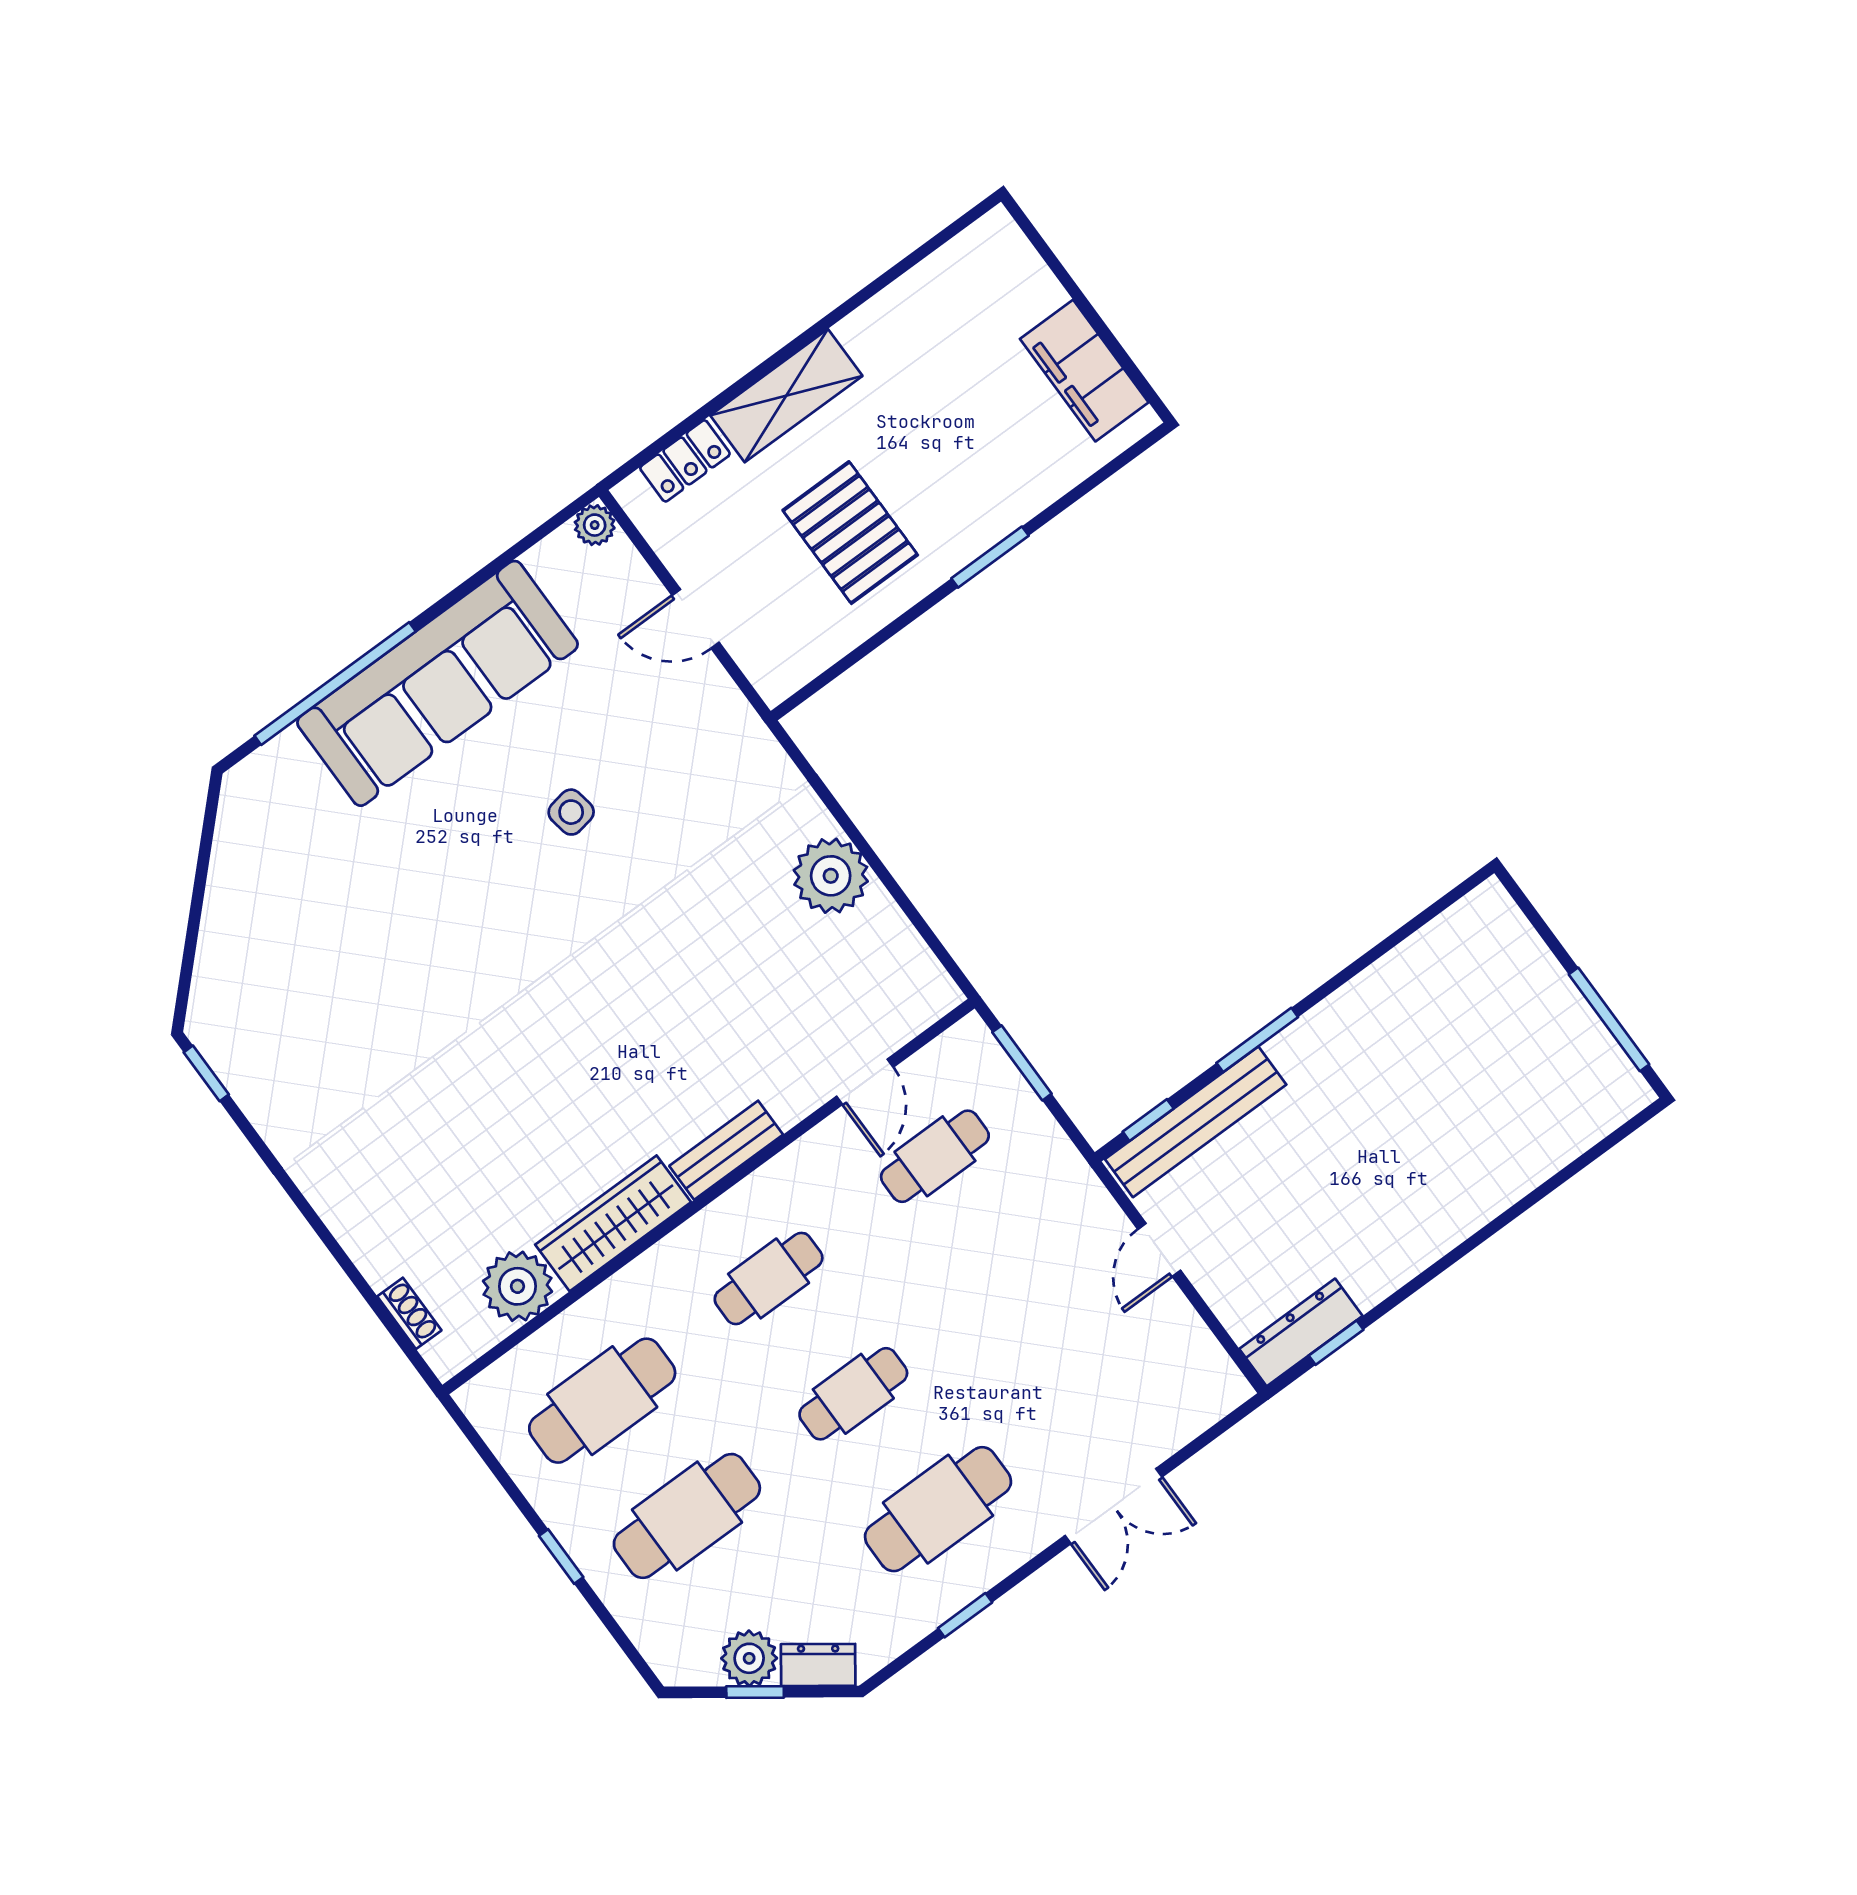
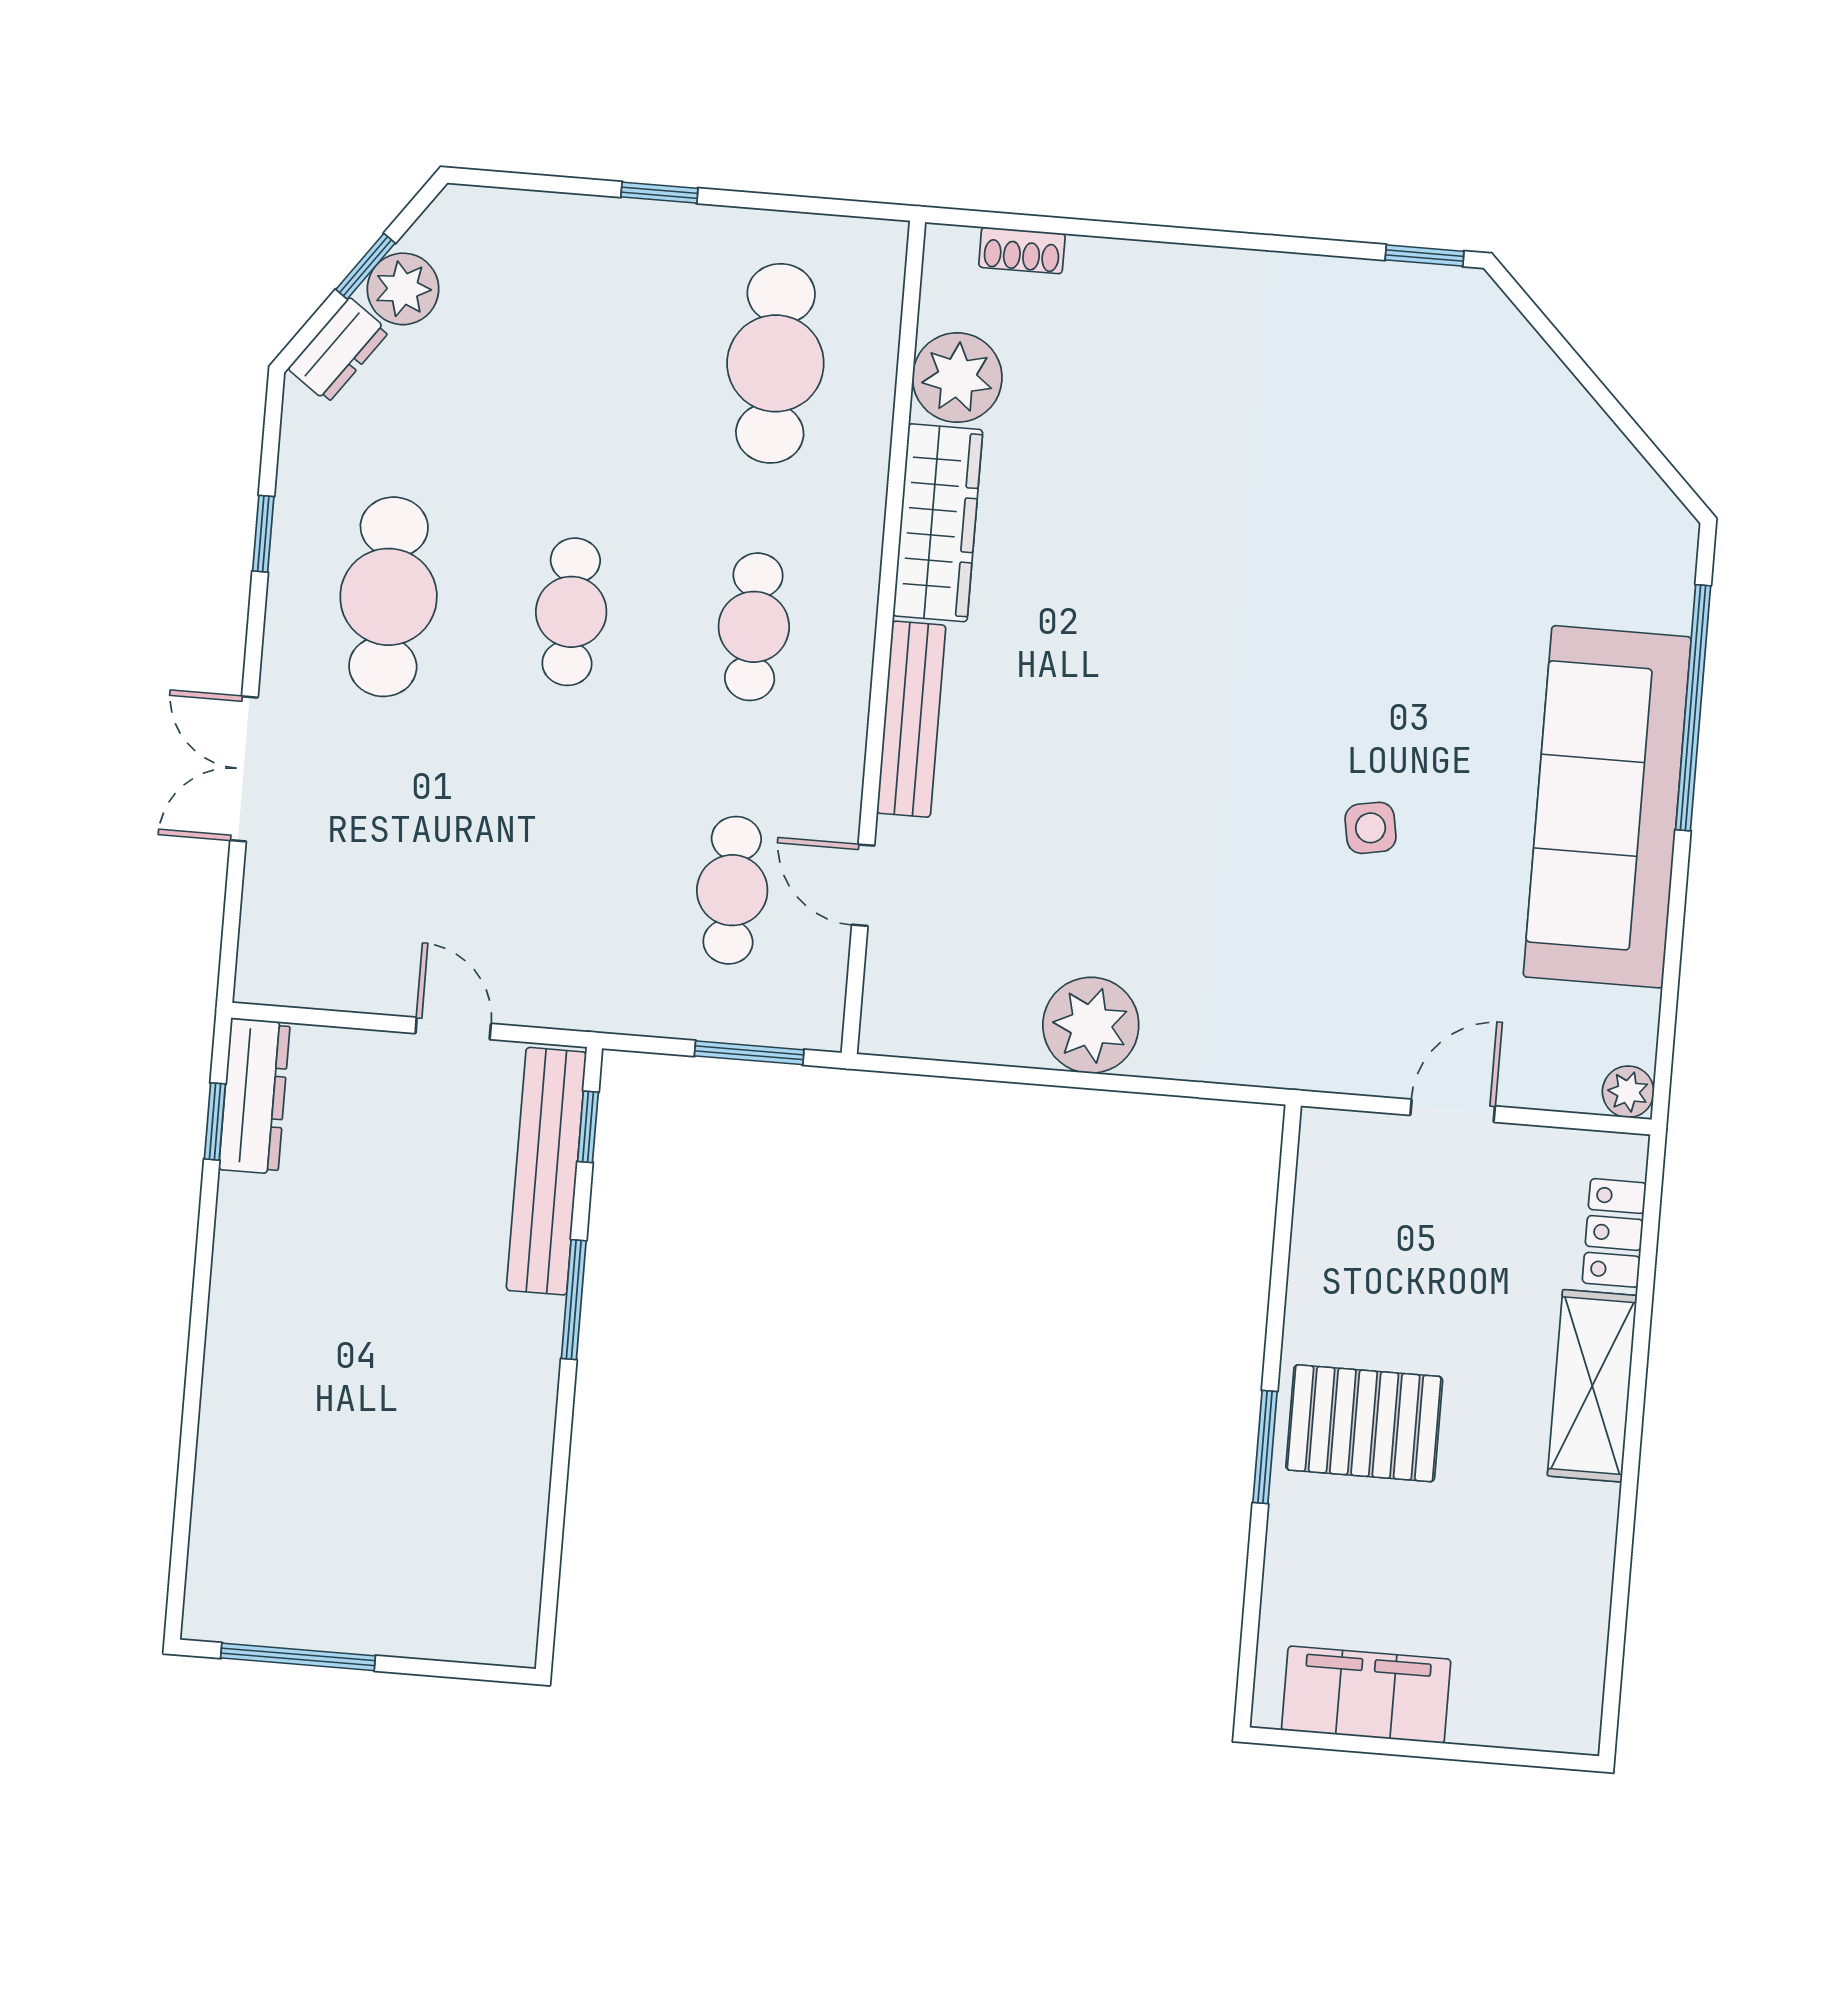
pallet: (850, 533) -> (1364, 1423), moved
bench: (726, 1150) -> (911, 719), width x1.36
cafe table: (687, 1516) -> (593, 348), removed

